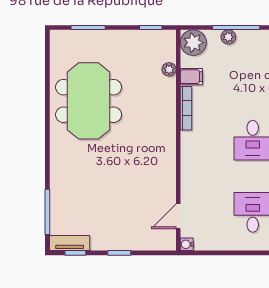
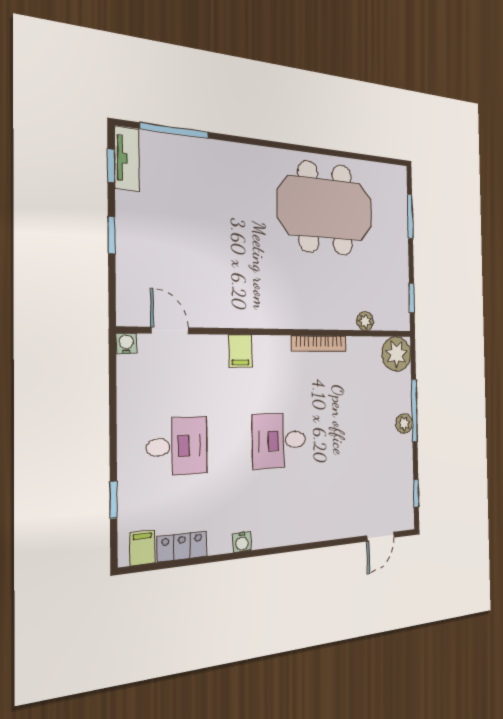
plant: (228, 37) -> (404, 424), moved
filing cabinet: (191, 77) -> (240, 351), moved

